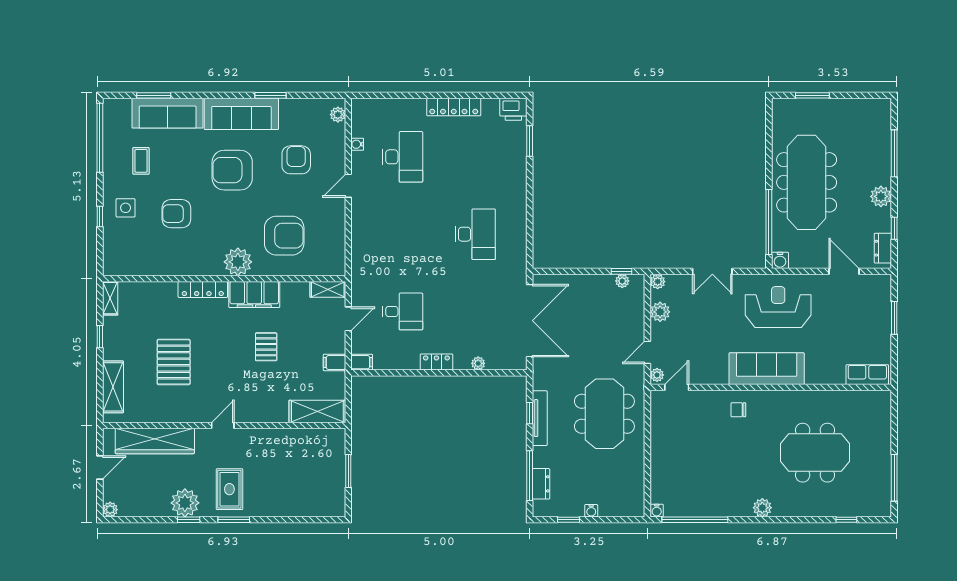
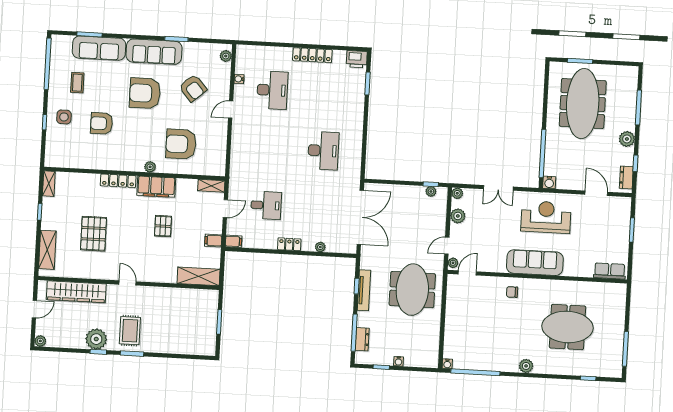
armchair: (296, 160) -> (193, 88), turned 139
meeting table: (807, 182) -> (583, 104), moved
armchair: (284, 236) -> (181, 144), turned 180
plant: (238, 262) -> (150, 167), width x0.53, depth x0.53
door: (223, 425) -> (128, 283), hinge flipped

